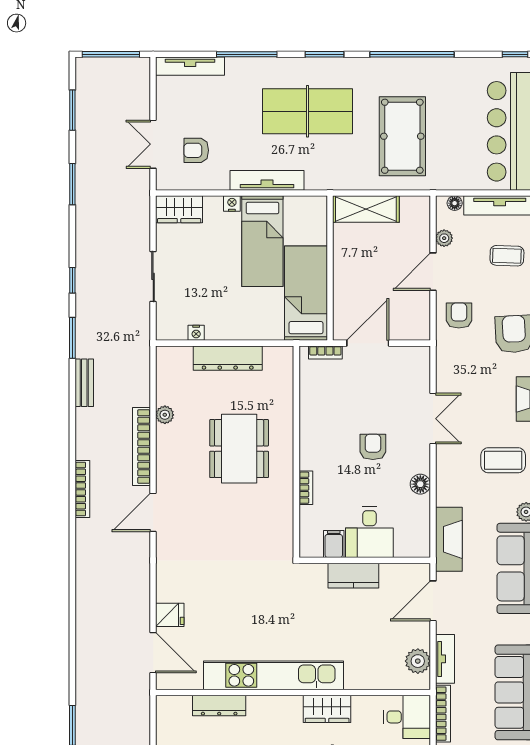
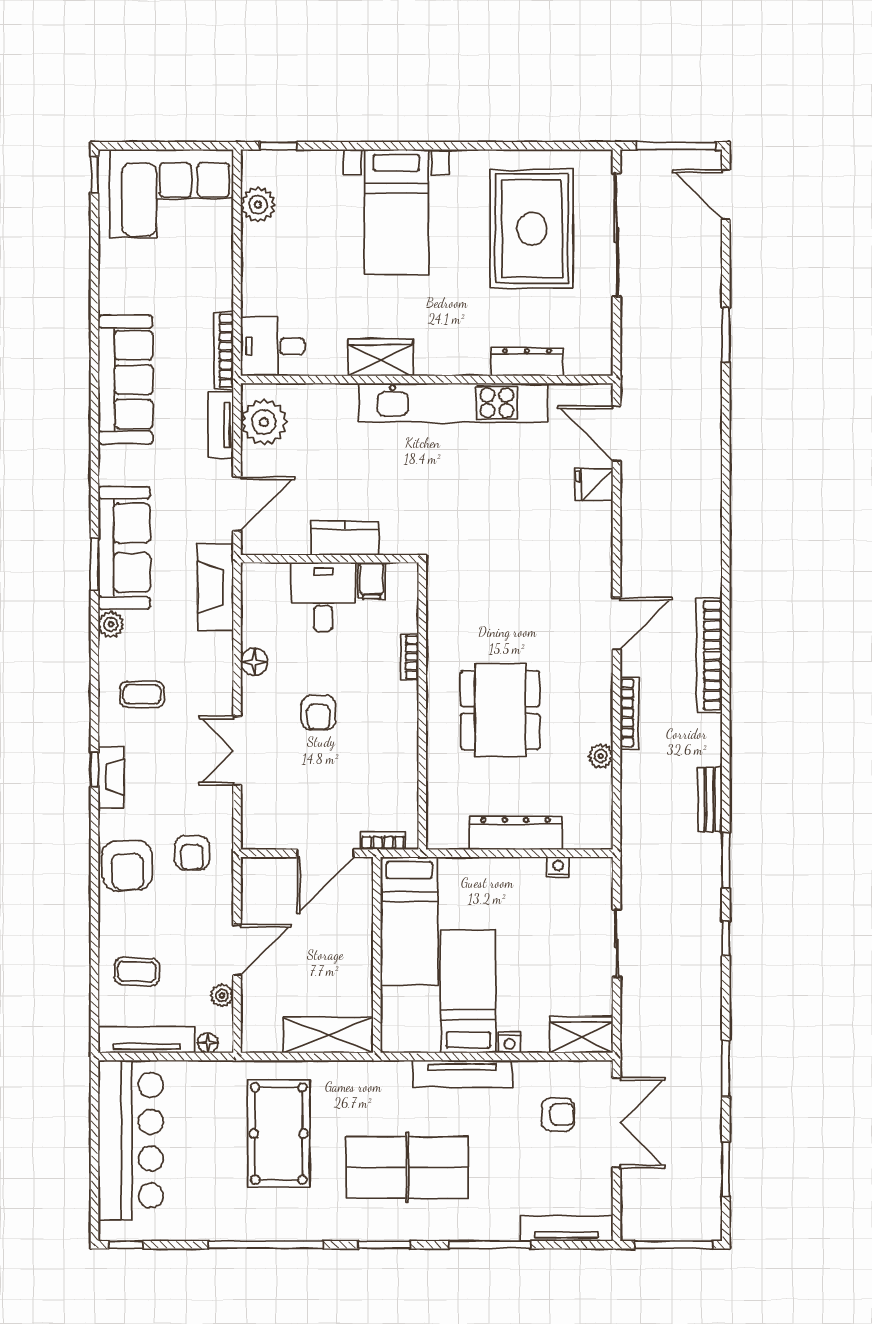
double door: (153, 144) -> (617, 1123), width x1.37
armchair: (459, 316) -> (192, 853), moved
bookcase: (141, 447) -> (629, 713), width x0.68, depth x0.76
coffee table: (503, 460) -> (142, 694), width x0.73, depth x0.77
bookcase: (82, 489) -> (709, 655), width x1.48, depth x1.31
plant: (418, 661) -> (264, 422), width x1.36, depth x1.36

